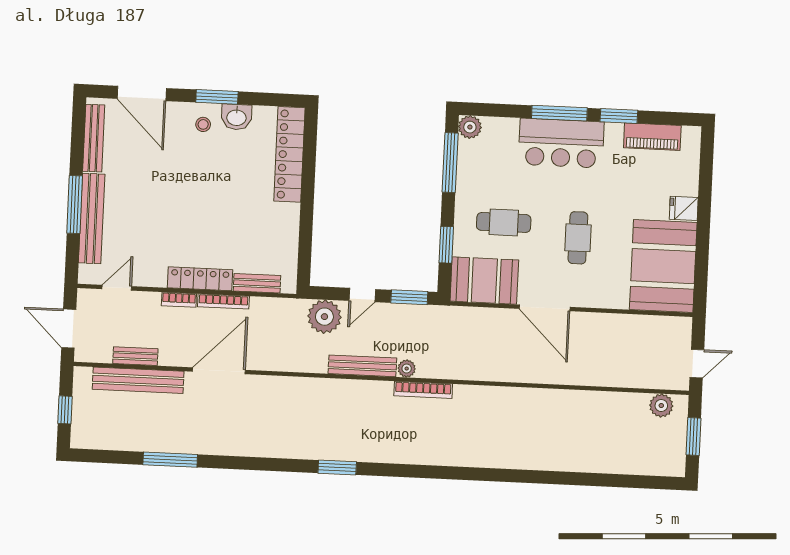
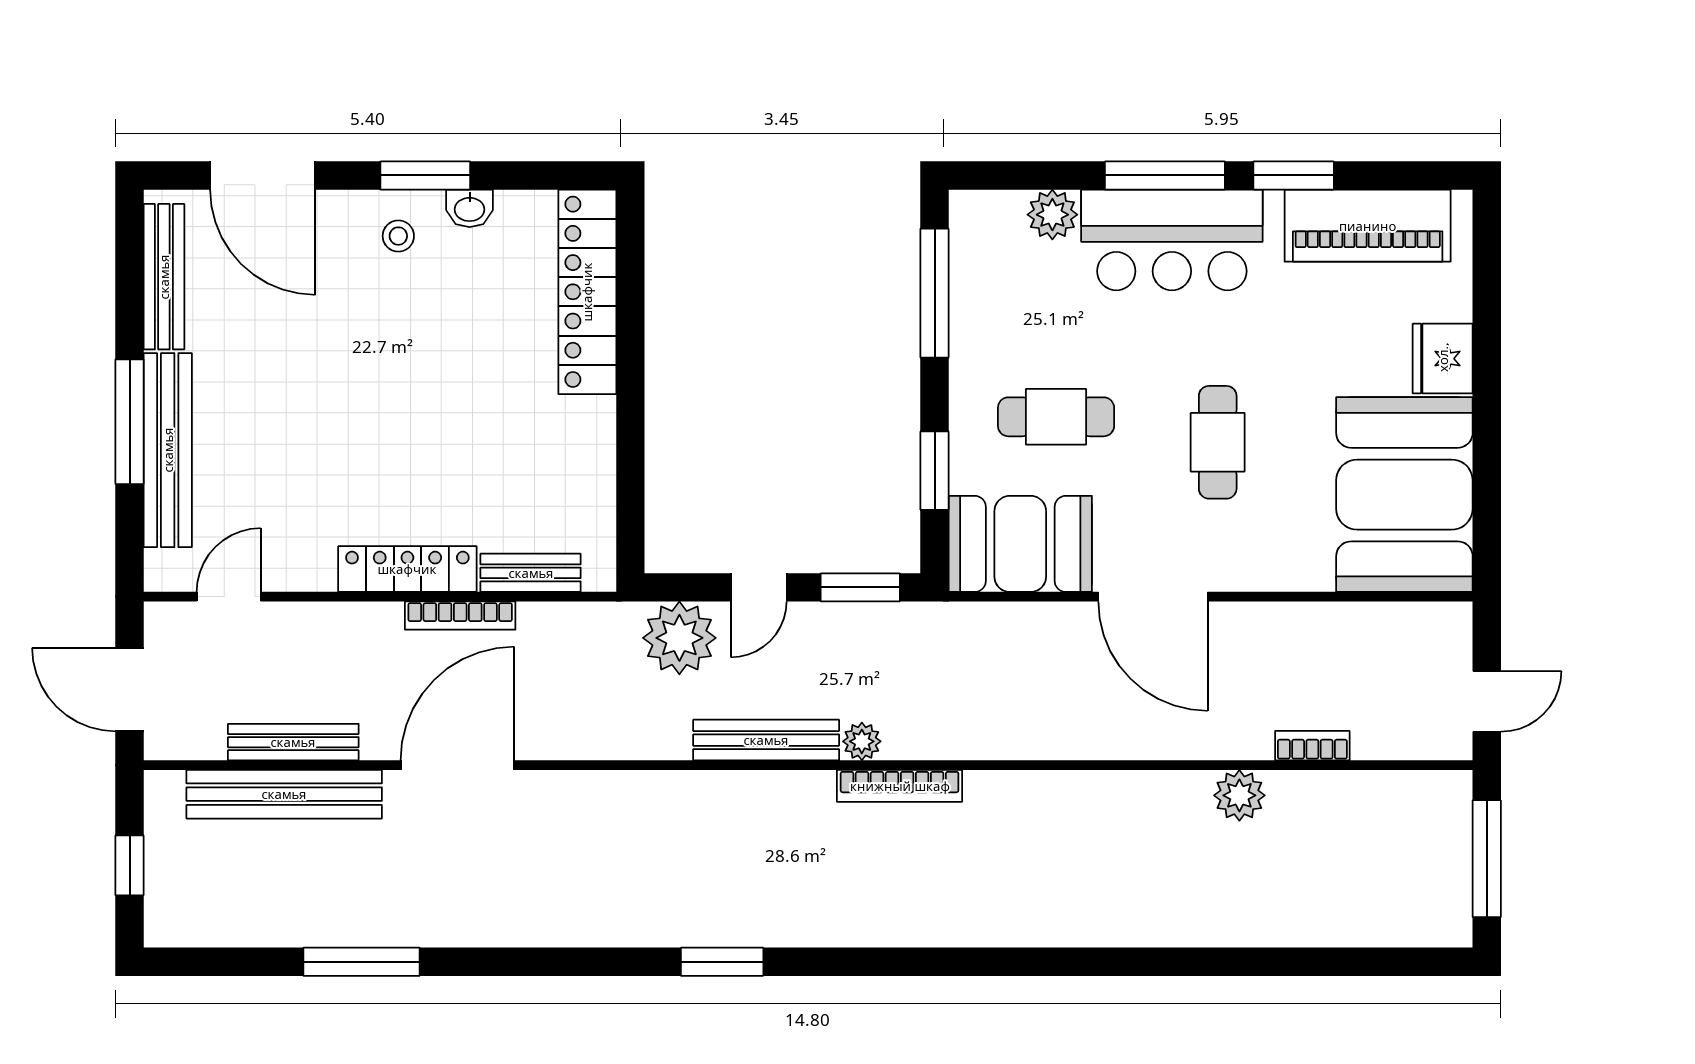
washbasin: (236, 117) -> (470, 208), width x0.72, depth x0.69
plant: (470, 127) -> (1052, 215), moved
piano: (652, 137) -> (1368, 226), width x1.37, depth x1.33
fridge: (684, 208) -> (1443, 359), width x1.38
bookcase: (179, 300) -> (1312, 746), moved, turned 180
bench: (135, 356) -> (293, 742), width x1.36
plant: (661, 406) -> (1239, 795), moved
window: (693, 436) -> (1487, 859), width x1.44

